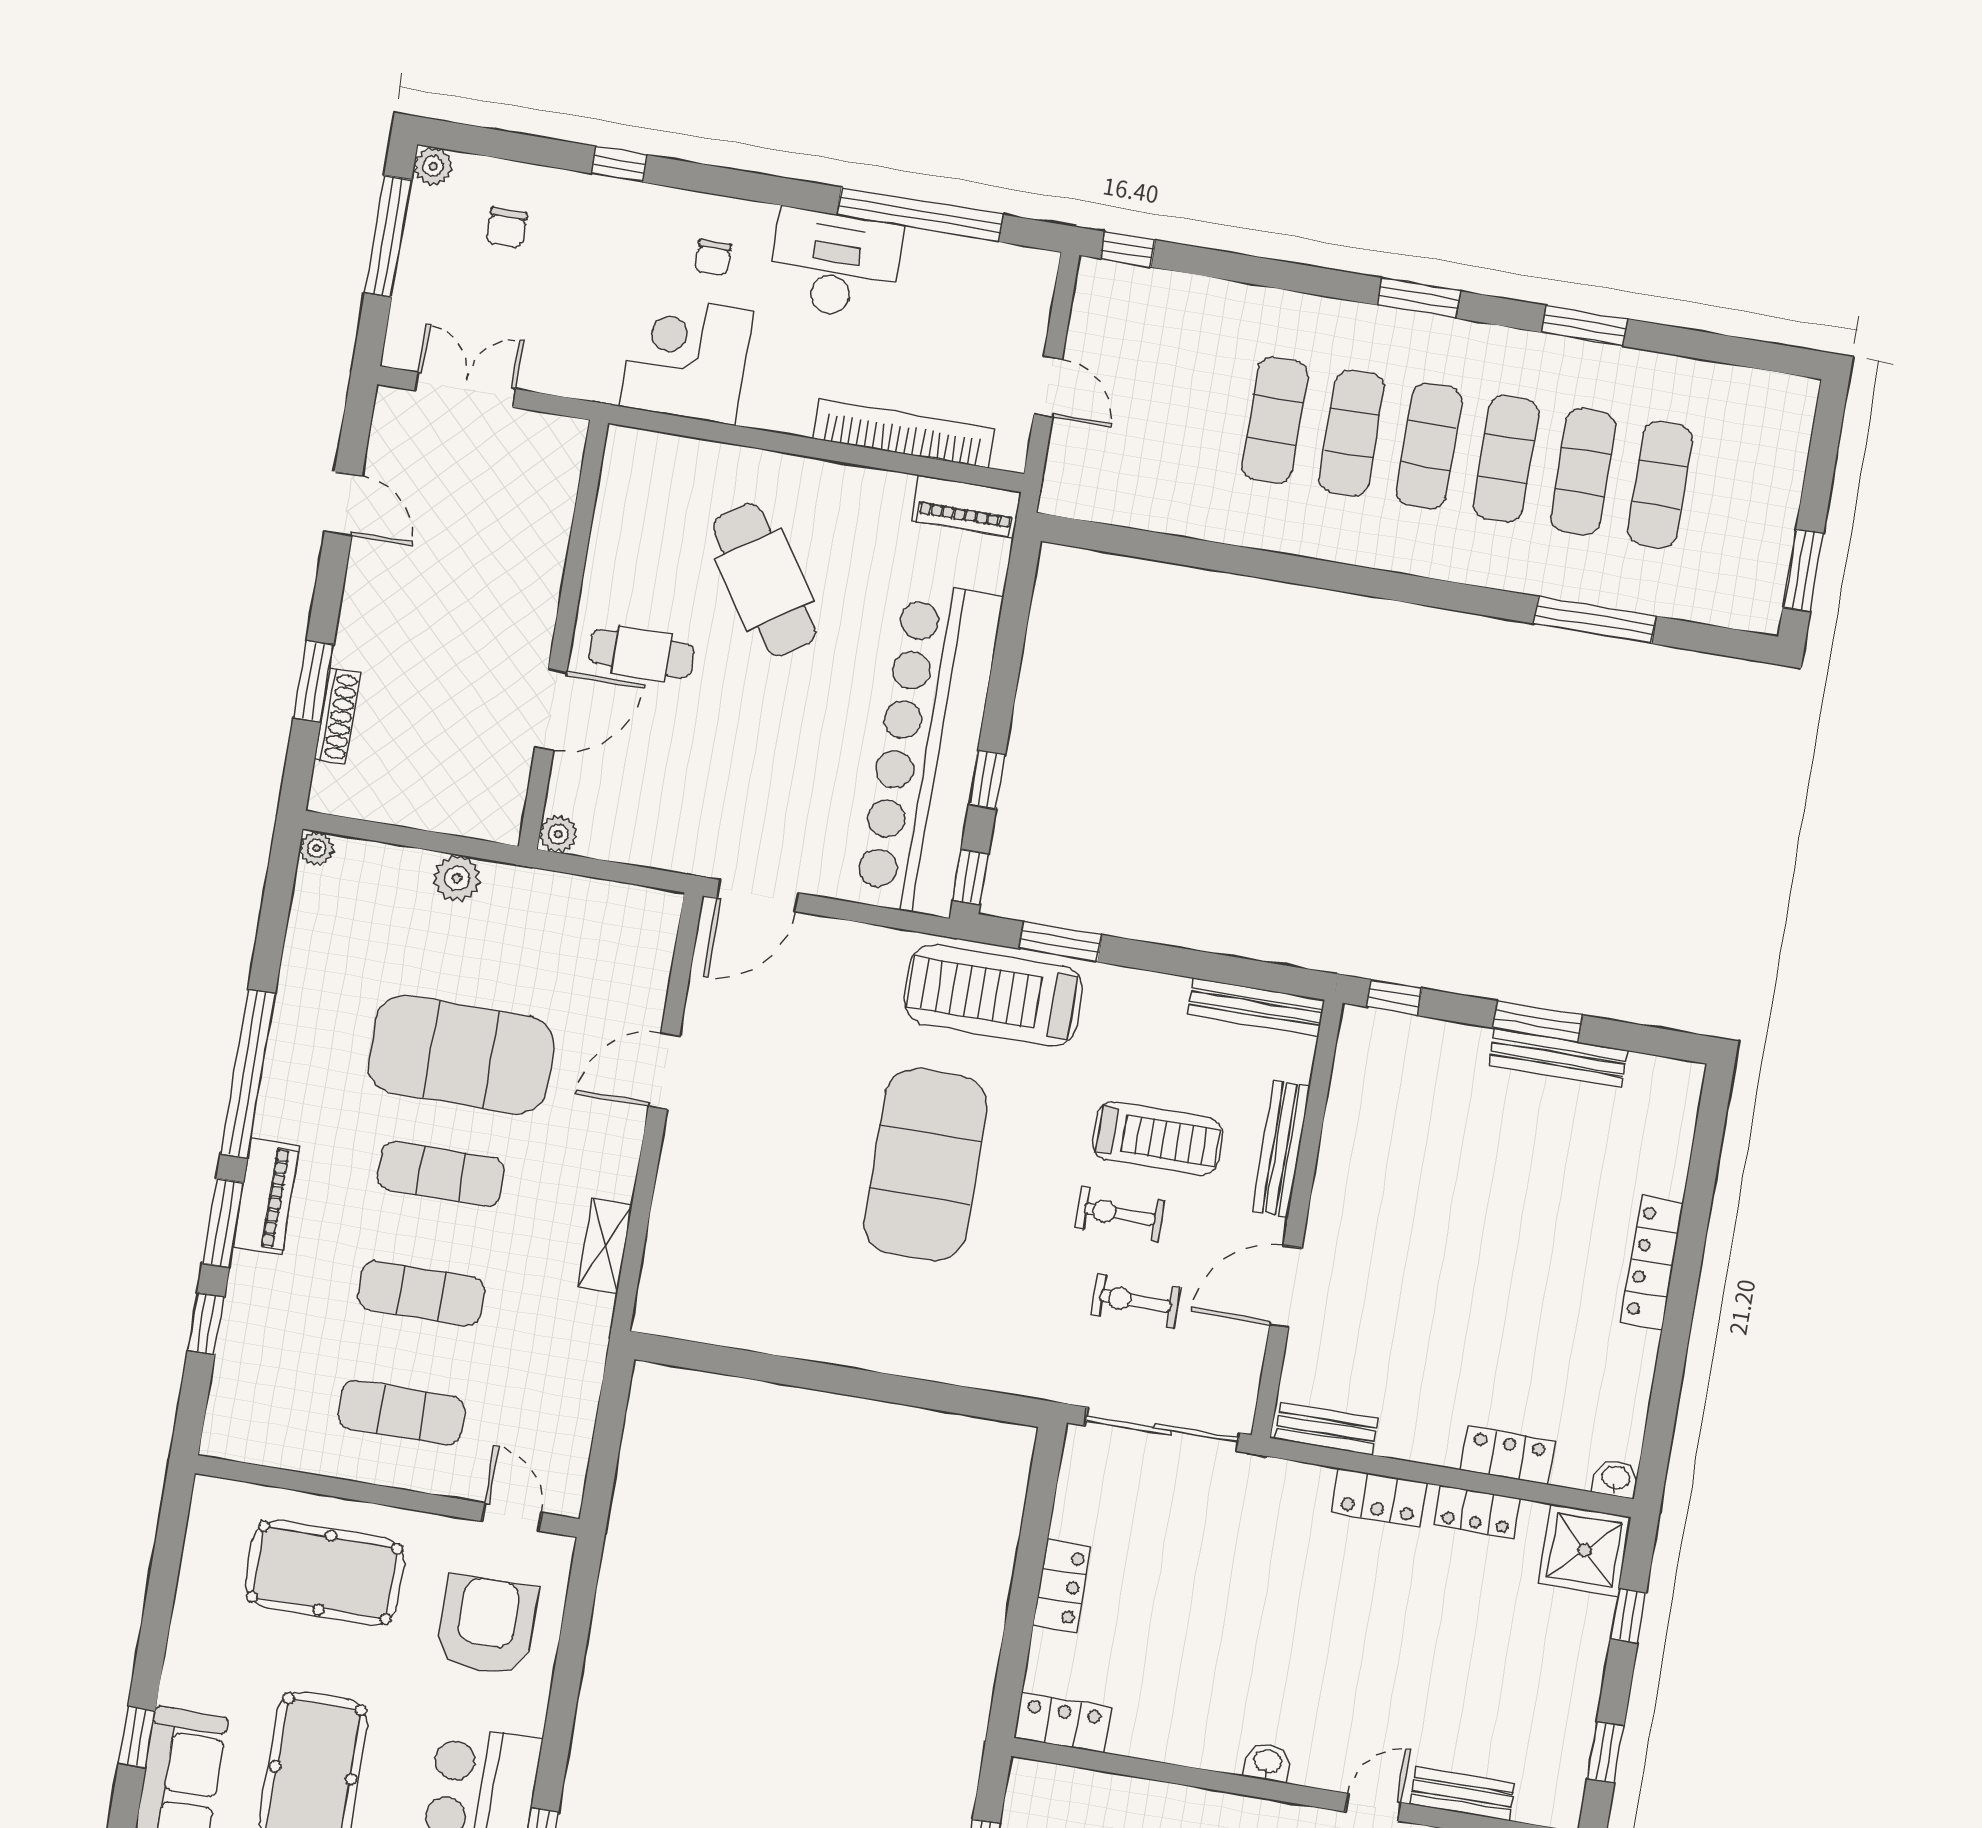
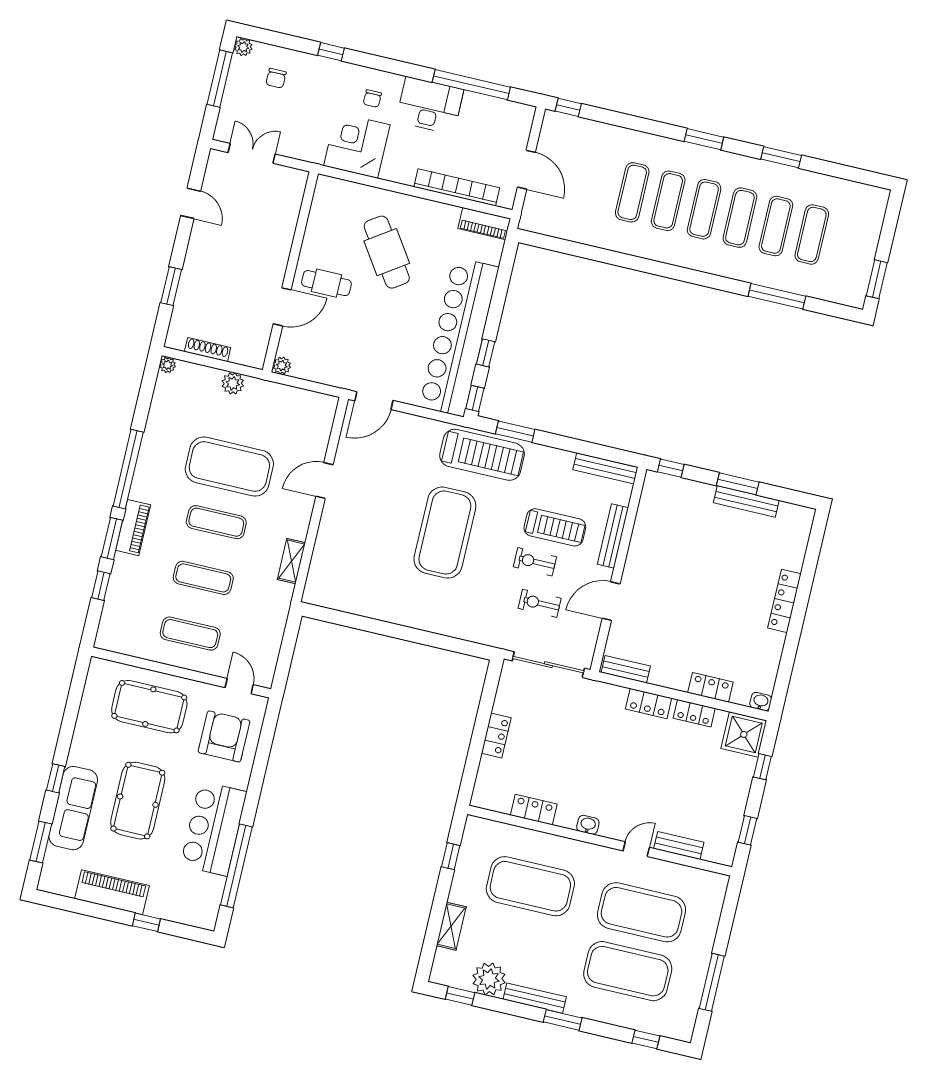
door: (1048, 387) -> (526, 170), width x1.38
shoe rack: (337, 716) -> (208, 350), moved, turned -90
treadmill: (993, 995) -> (482, 455), turned 180
locker: (1063, 1723) -> (534, 810), moved

